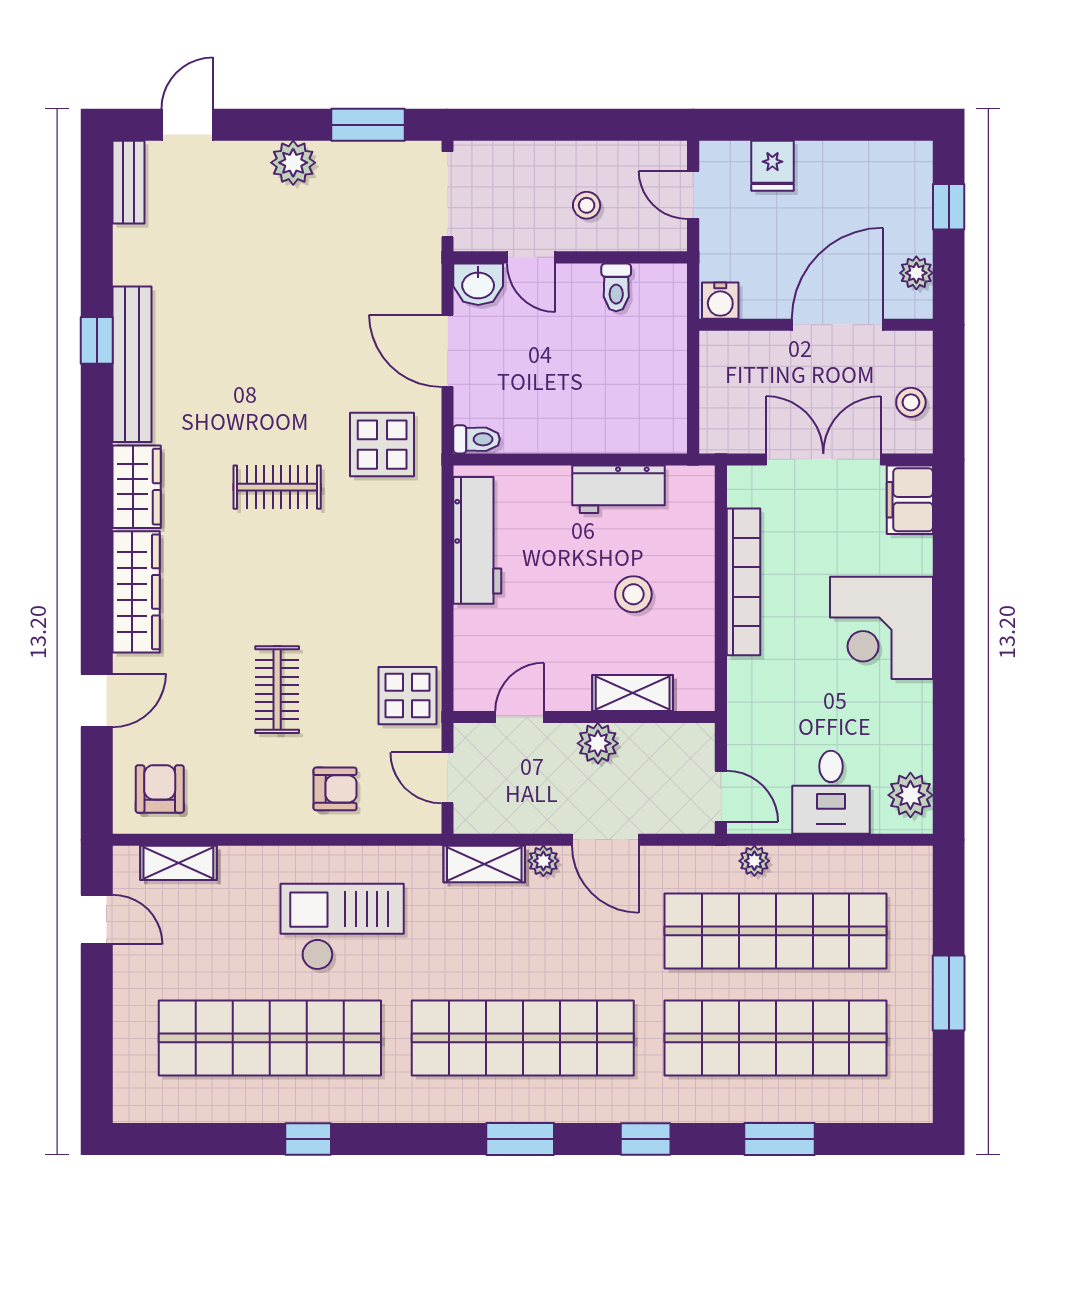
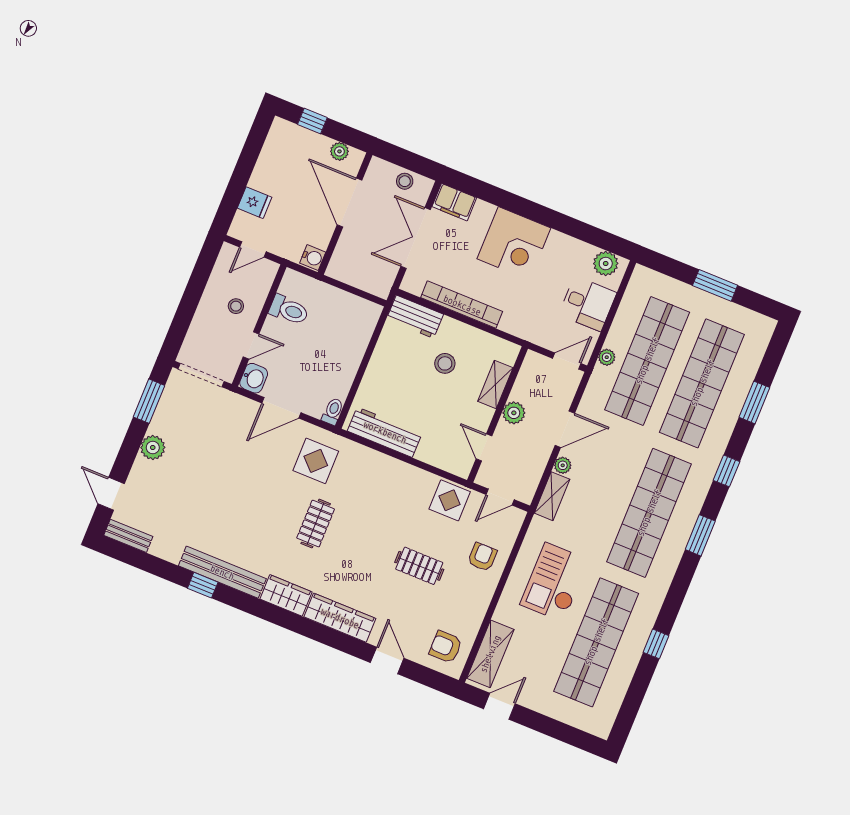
toilet: (616, 287) -> (289, 310), width x1.37, depth x1.39
workbench: (619, 489) -> (415, 317), moved, turned 90
shelving: (178, 863) -> (490, 654), width x1.50, depth x1.33

